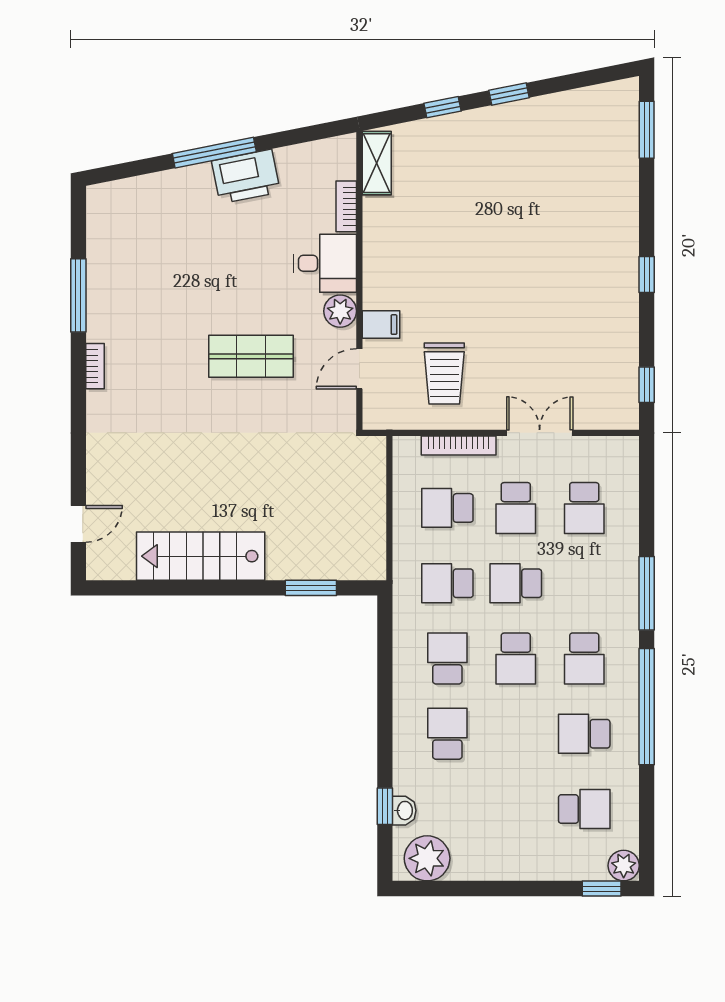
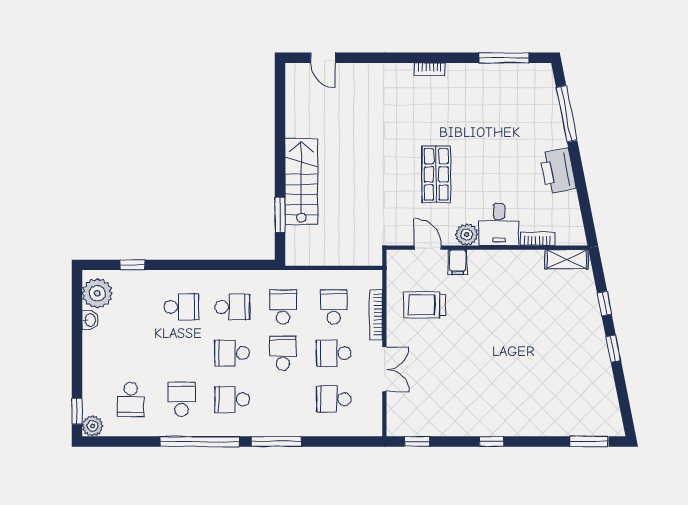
window: (214, 153) -> (567, 114), moved
window: (78, 295) -> (504, 58), moved
stairs: (201, 556) -> (301, 181), moved
washbasin: (404, 811) -> (90, 320), moved, turned -90

